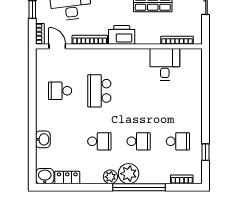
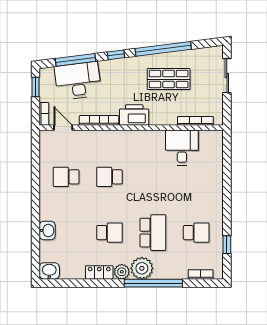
school desk: (99, 91) -> (110, 177), width x0.54
school desk: (139, 141) -> (153, 233), width x1.85
locker: (67, 177) -> (99, 273), moved

